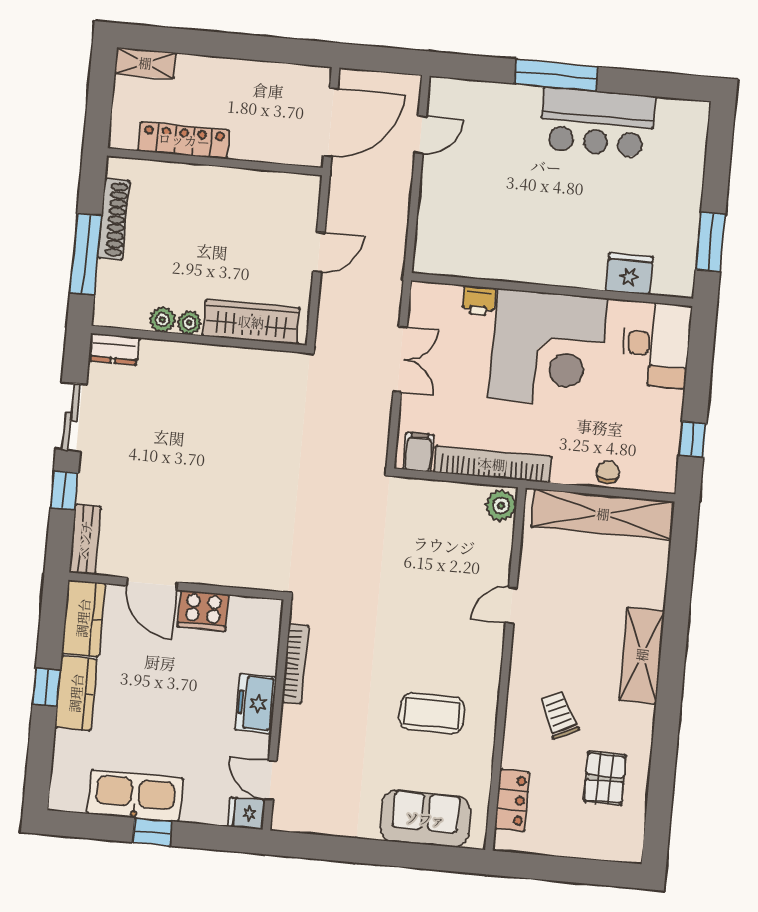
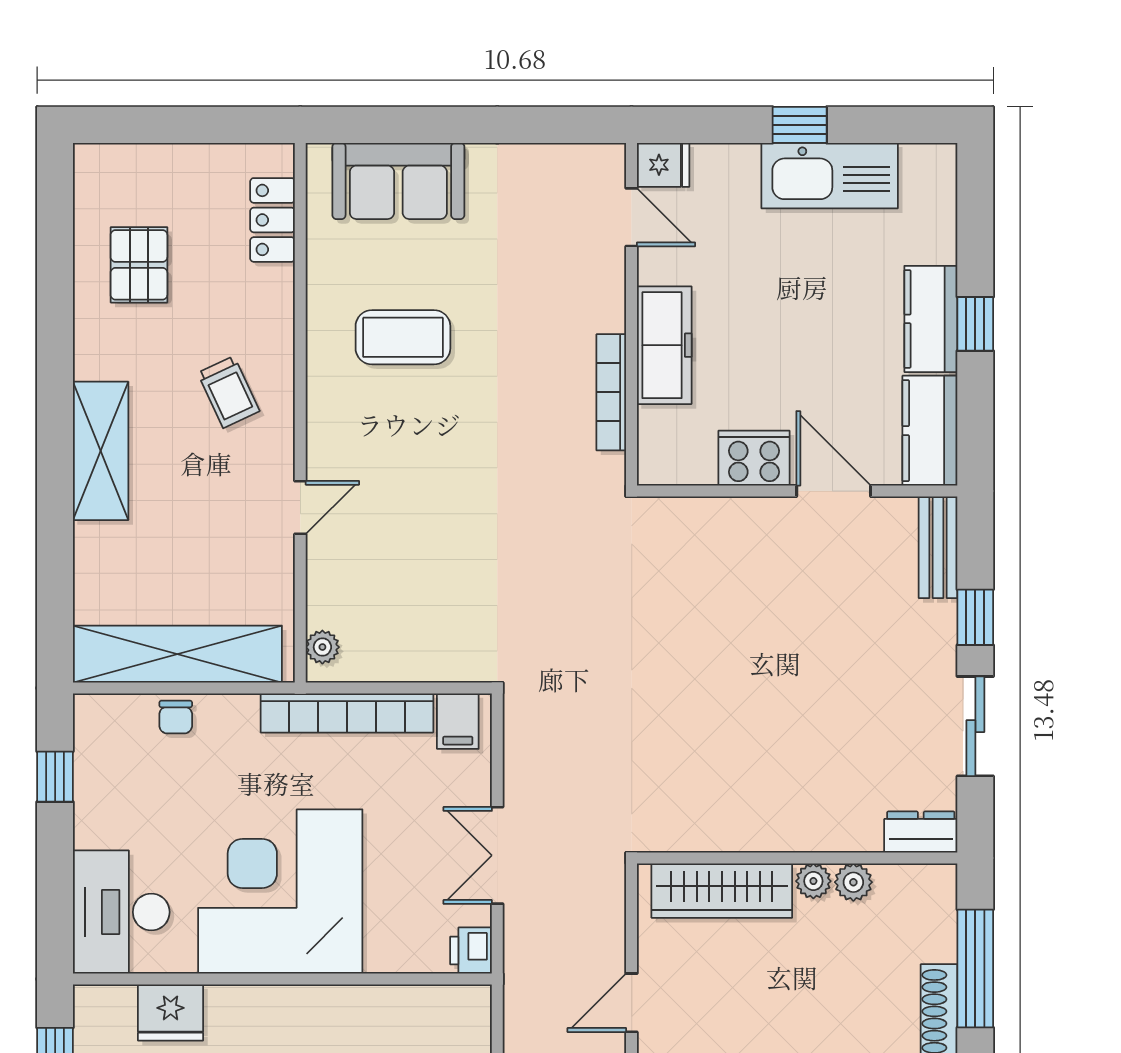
printer: (479, 301) -> (471, 951), moved, turned -90
plant: (501, 506) -> (322, 647), width x0.73, depth x0.73
freezer: (256, 703) -> (664, 345), width x1.40
trolley: (559, 715) -> (228, 392), moved

